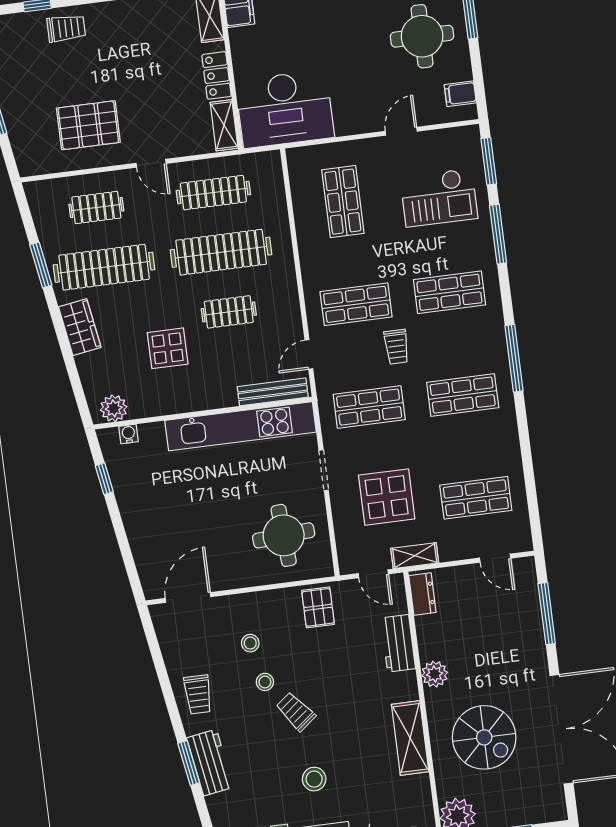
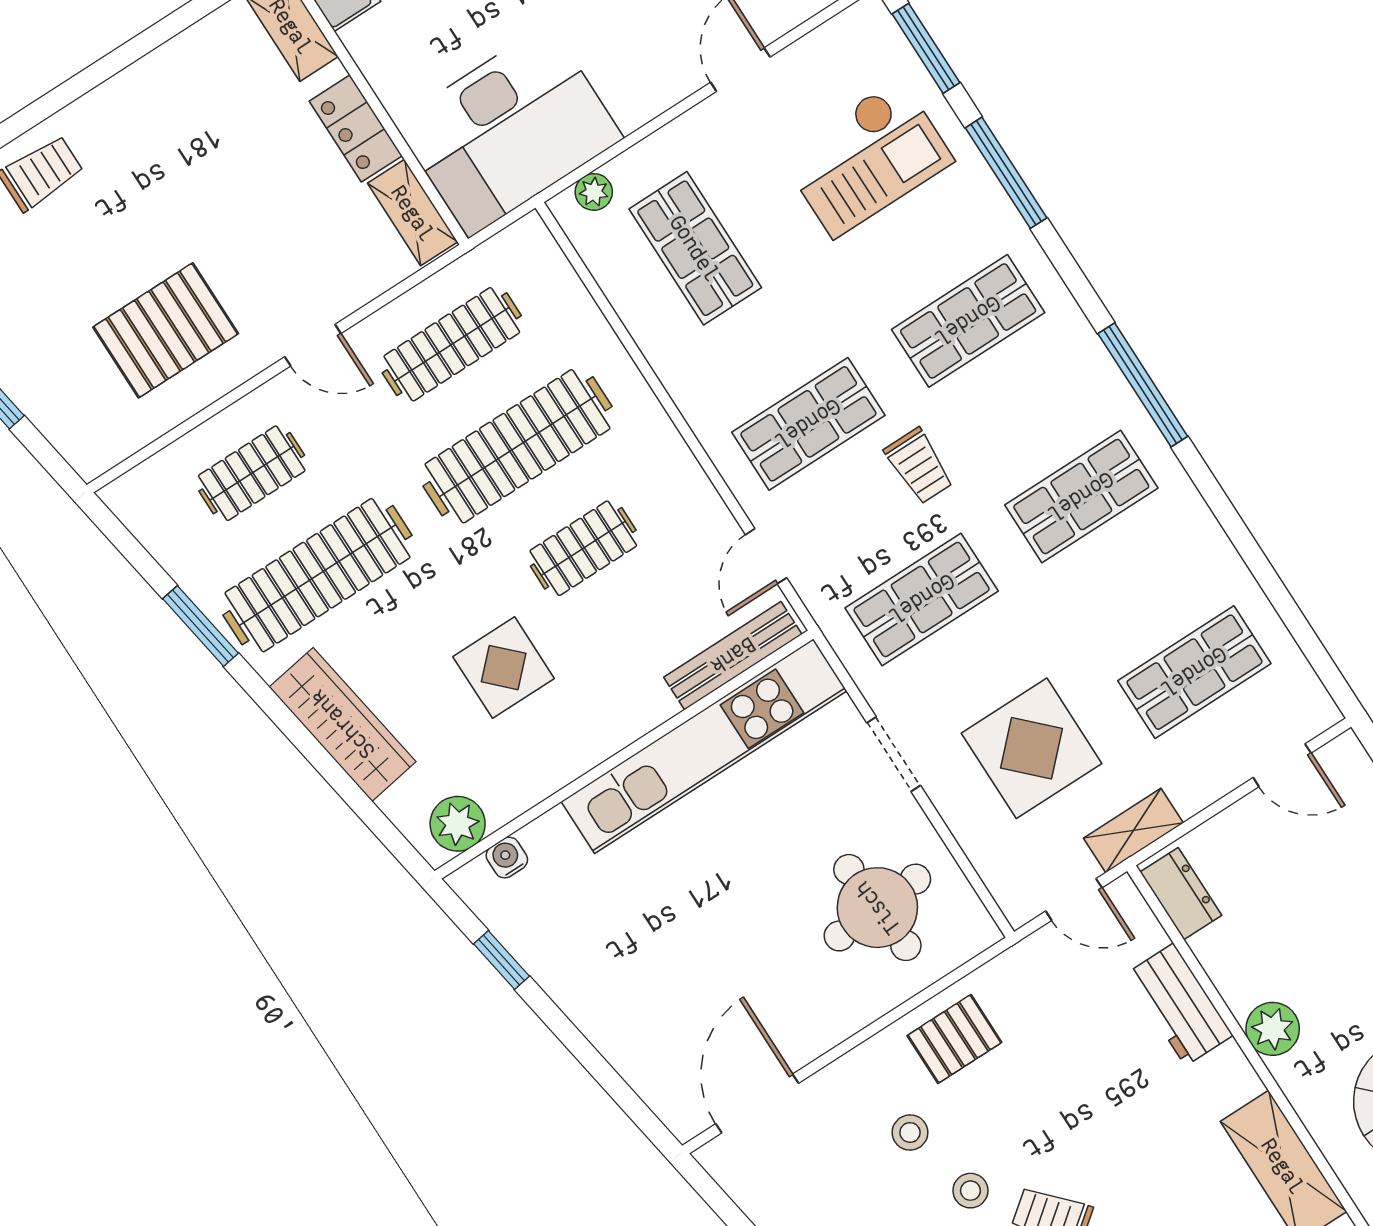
plant: (309, 155) -> (594, 192), added
wardrobe: (80, 327) -> (342, 724), width x1.50
pallet: (318, 607) -> (954, 1039), moved, turned 90

